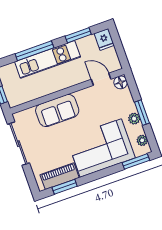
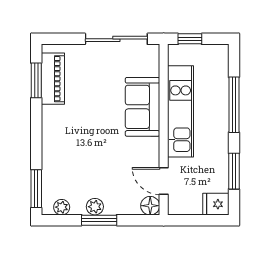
kitchen unit: (48, 59) -> (181, 111), moved, turned 180
door: (101, 79) -> (164, 181), swing flipped
corner sofa: (101, 148) -> (71, 148), removed

